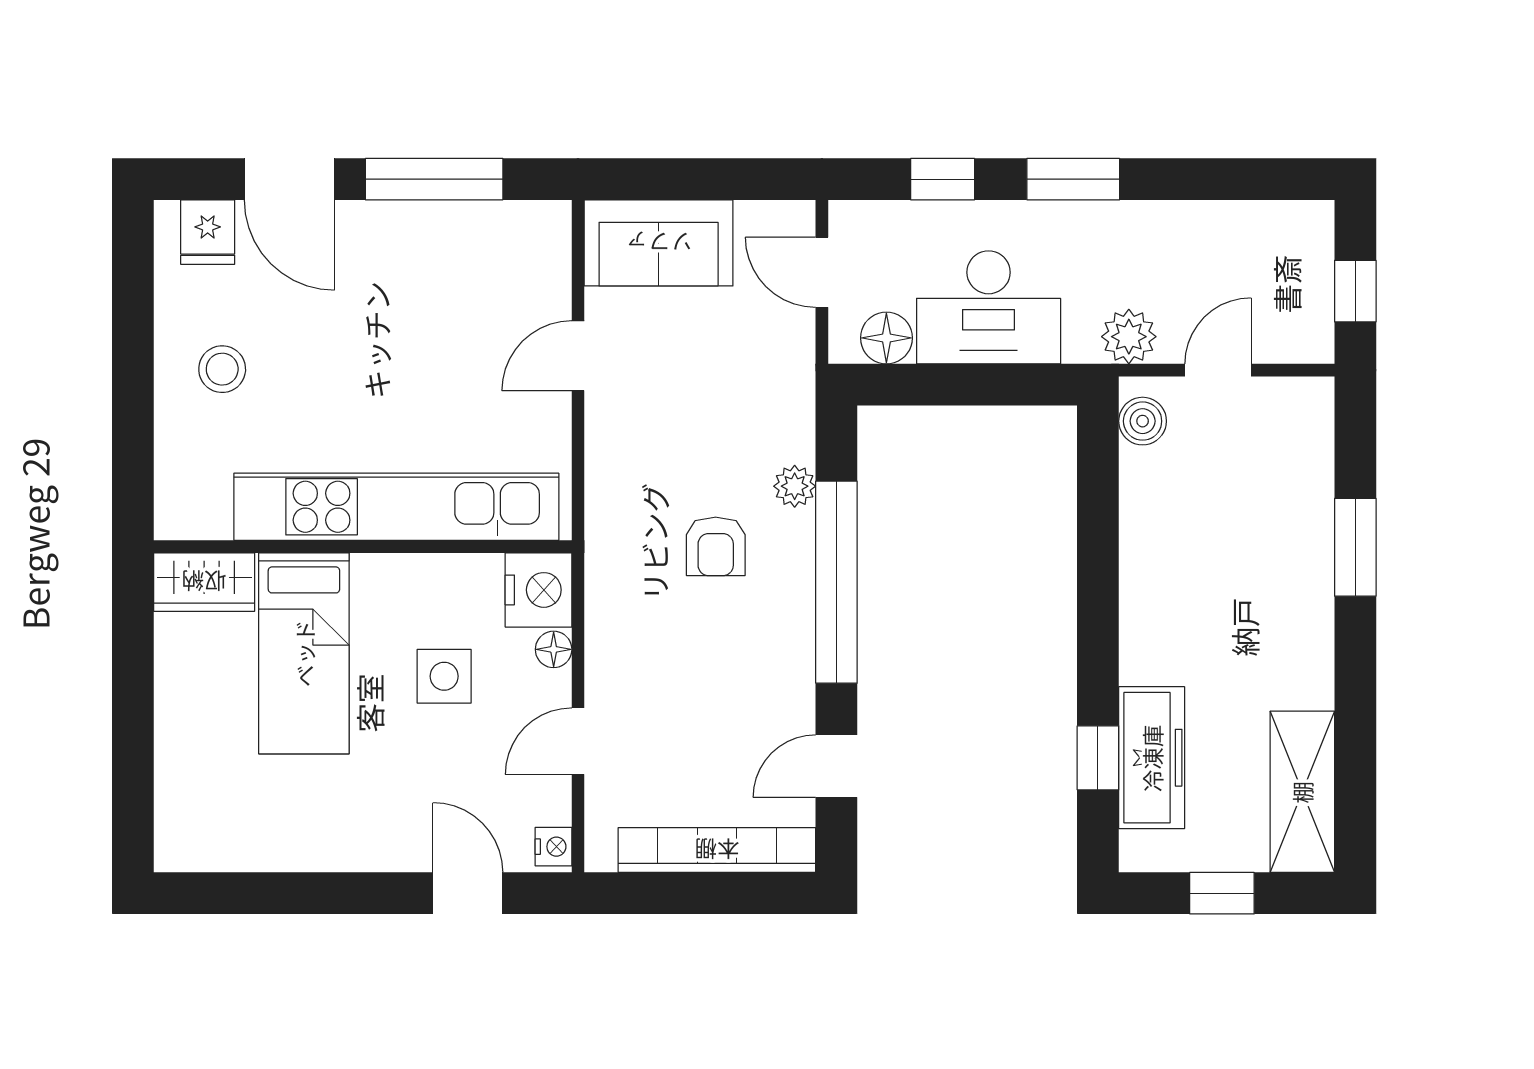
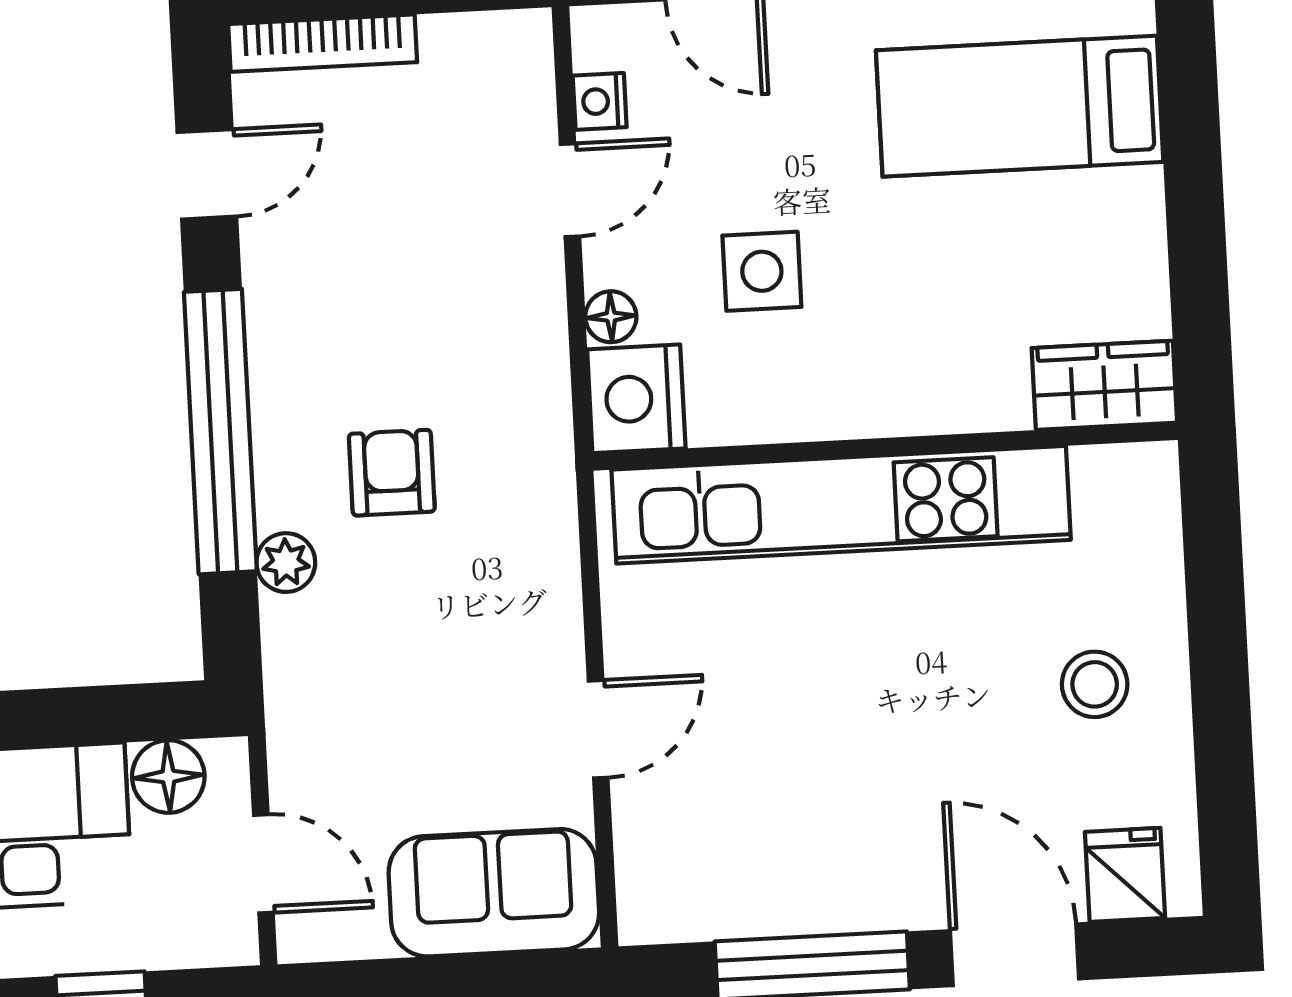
bed: (304, 653) -> (1020, 106), moved, turned -90
nightstand: (554, 847) -> (600, 101), moved
bookcase: (717, 850) -> (323, 43), width x0.68, depth x0.76

